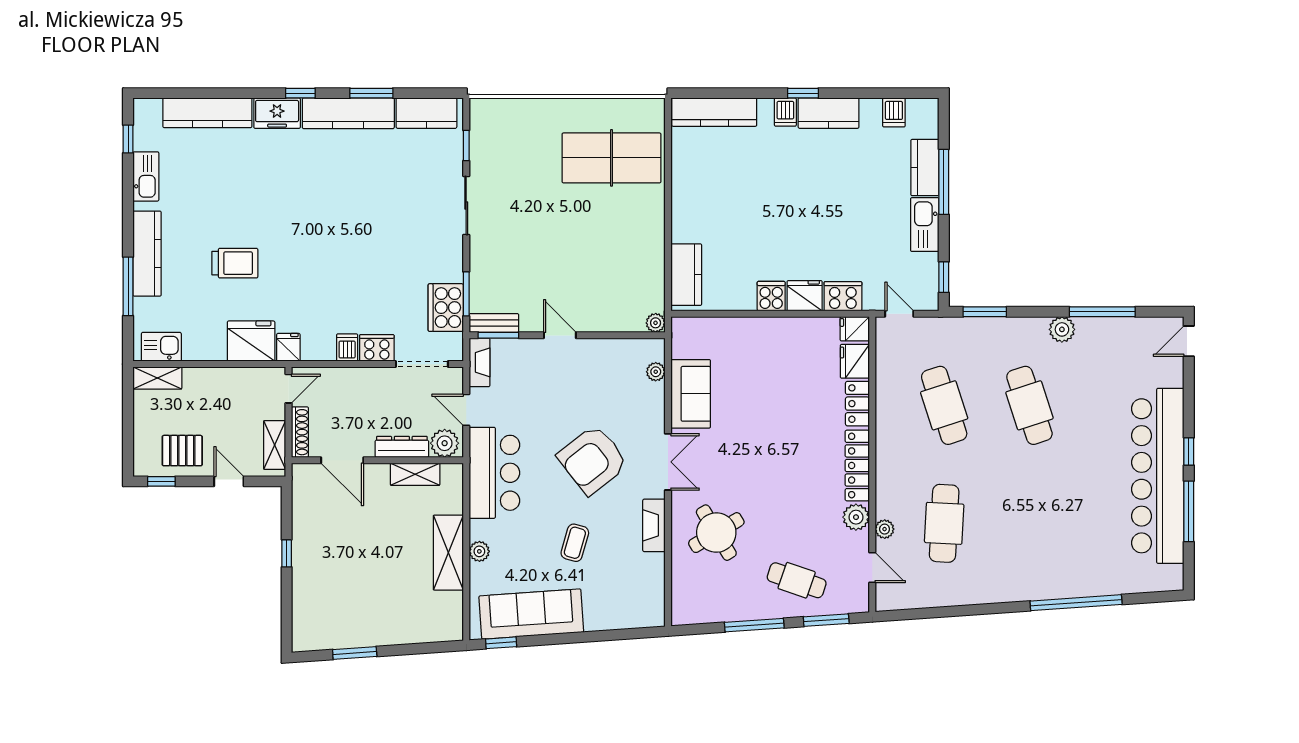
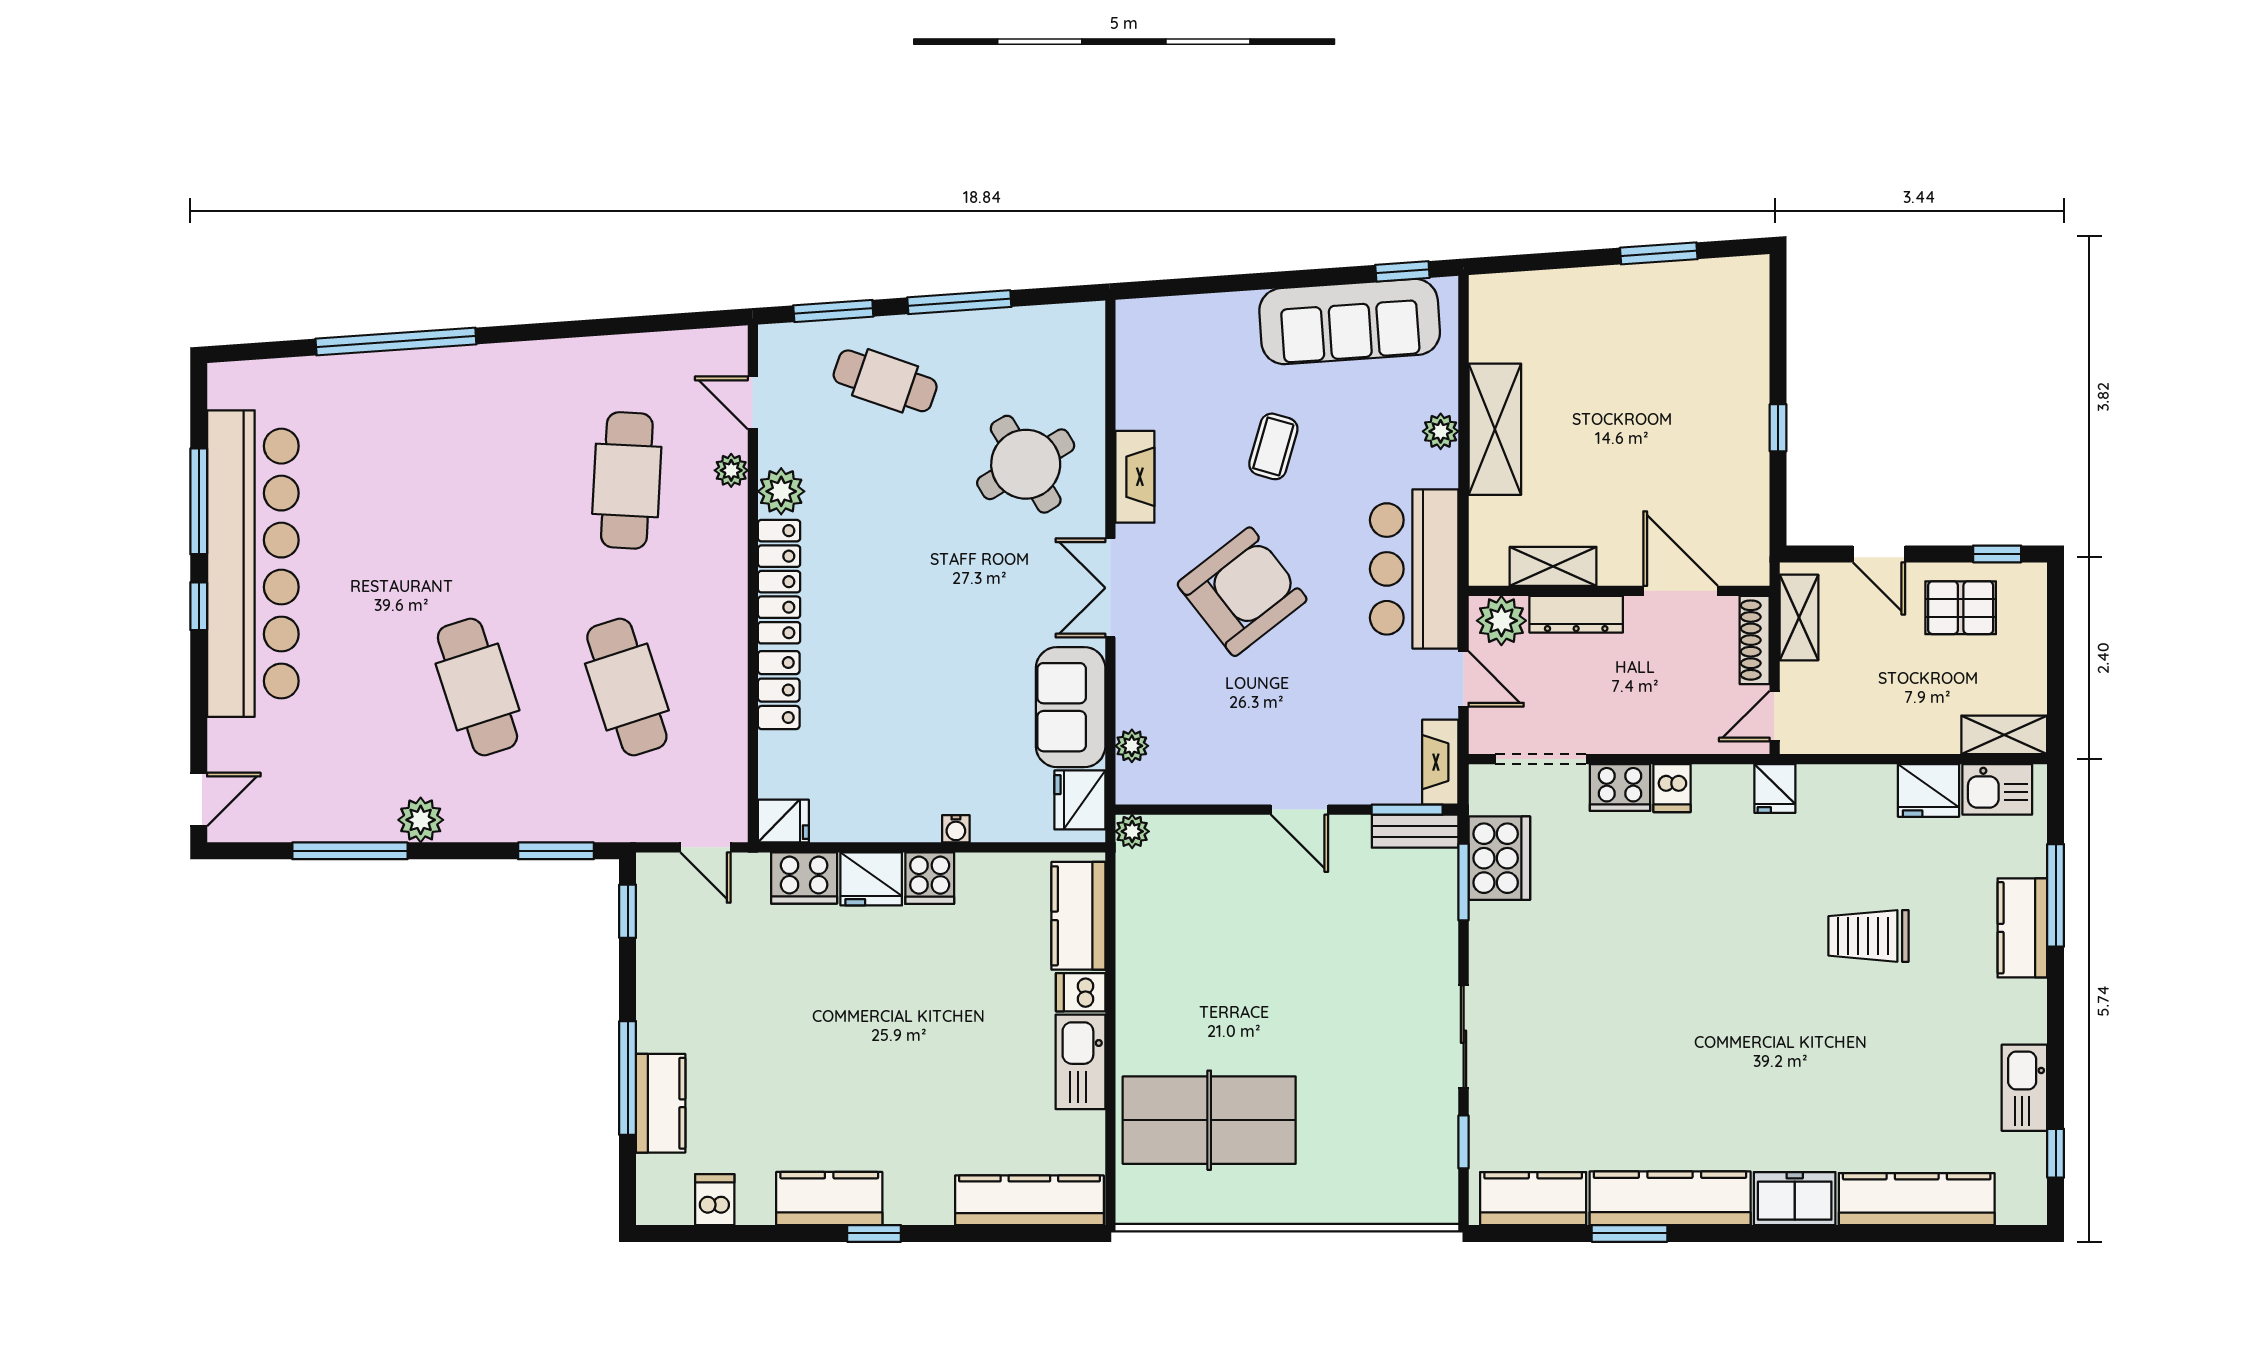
window: (300, 93) -> (1754, 1233), removed
dishwasher: (785, 112) -> (1081, 992), moved, turned -90
kitchen sink: (925, 225) -> (1080, 1062), moved, turned 180
kitchen counter: (147, 254) -> (2022, 928), width x0.67
water cooler: (756, 324) -> (956, 829), added
fridge: (251, 341) -> (1928, 791), moved, width x0.73, depth x0.75
fridge: (855, 361) -> (1080, 800), moved, turned 180

